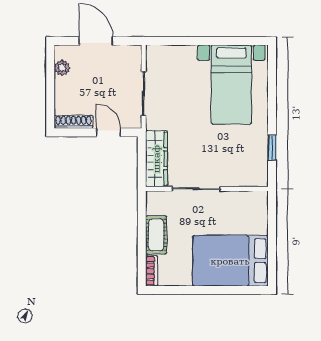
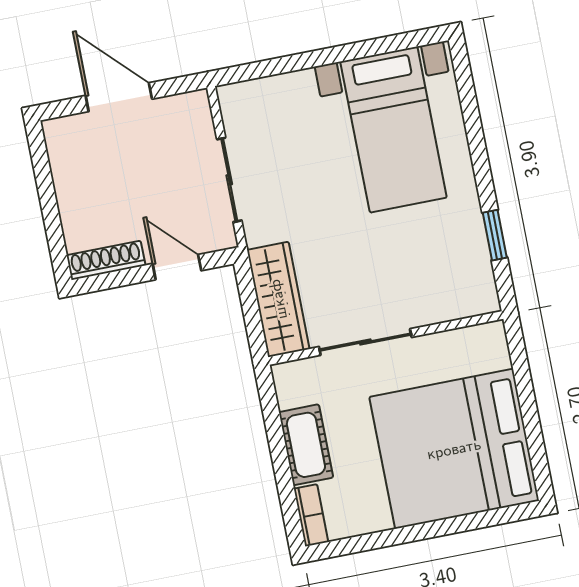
plant: (62, 68) -> (64, 162), removed
bed: (230, 261) -> (454, 449), width x1.36

